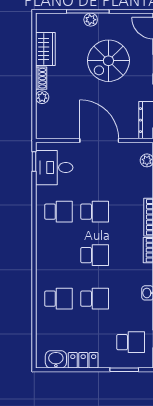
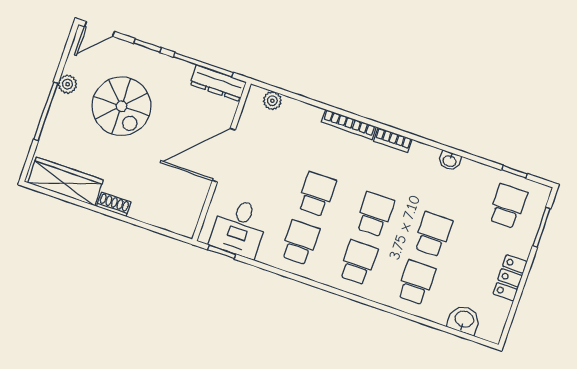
plant: (91, 20) -> (68, 84), moved
wardrobe: (45, 49) -> (65, 181), width x1.50
plant: (42, 97) -> (140, 212), removed
school desk: (59, 255) -> (358, 262), added
washbasin: (56, 359) -> (464, 320), moved, turned 90

